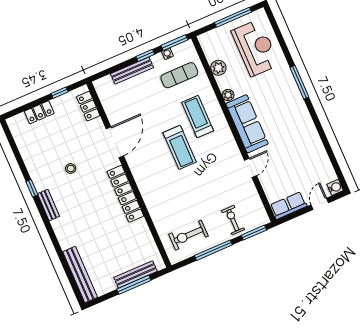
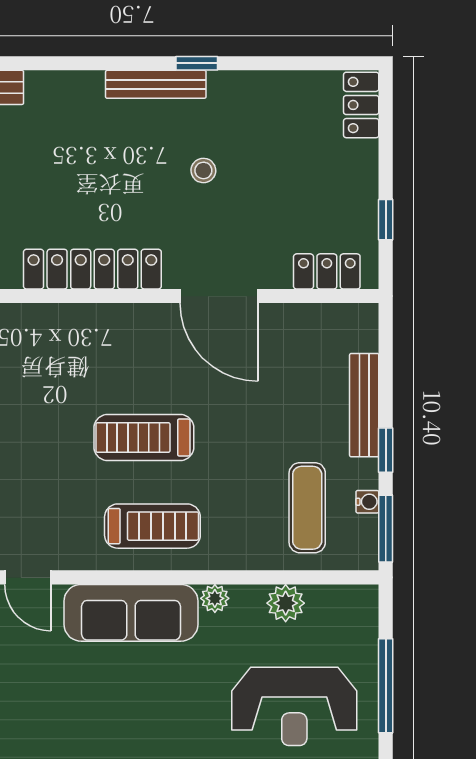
locker: (39, 112) -> (361, 105), moved
treadmill: (198, 117) -> (152, 526), moved
bench: (48, 205) -> (156, 84), width x1.36

